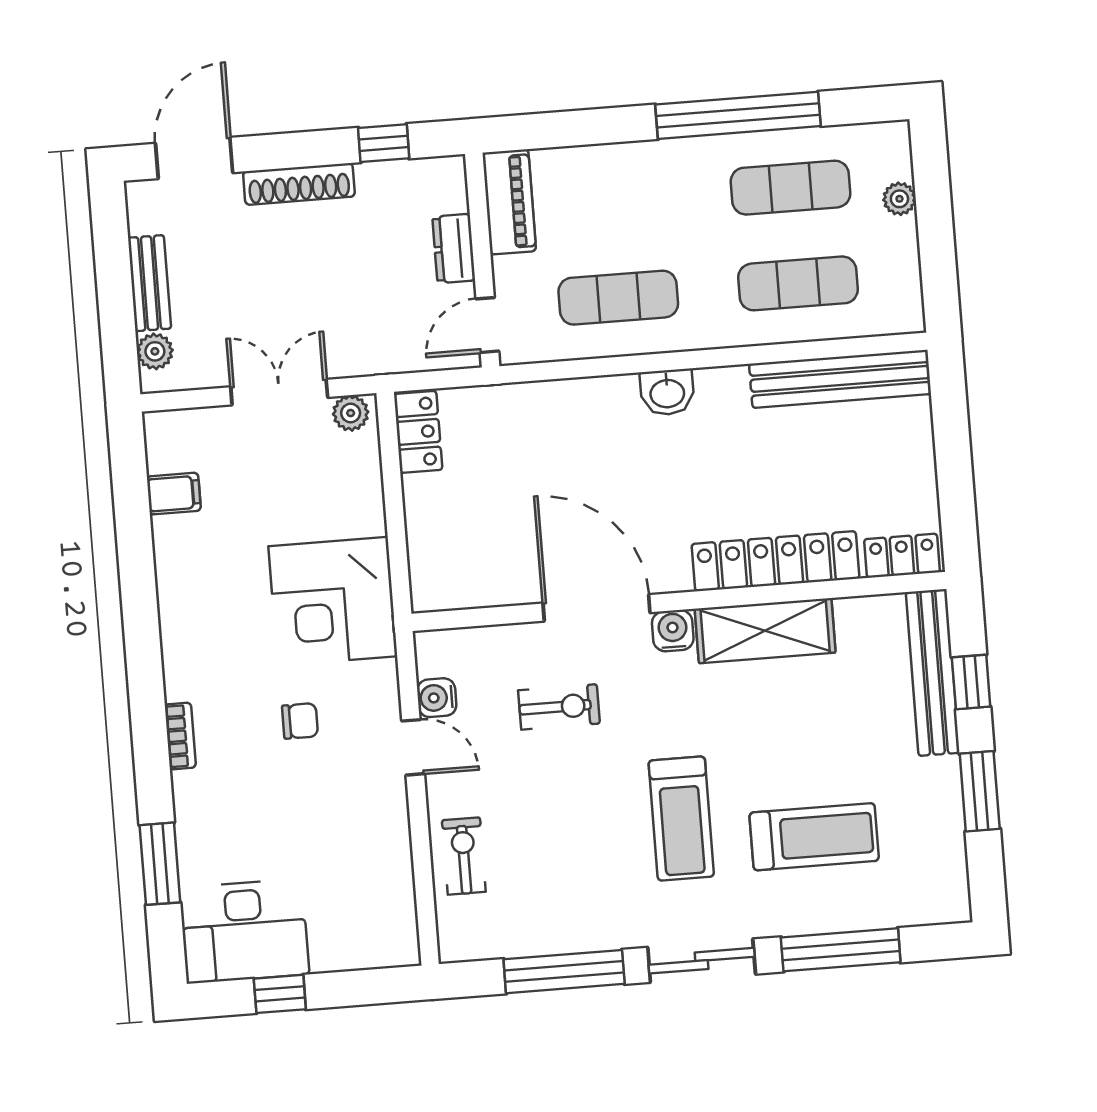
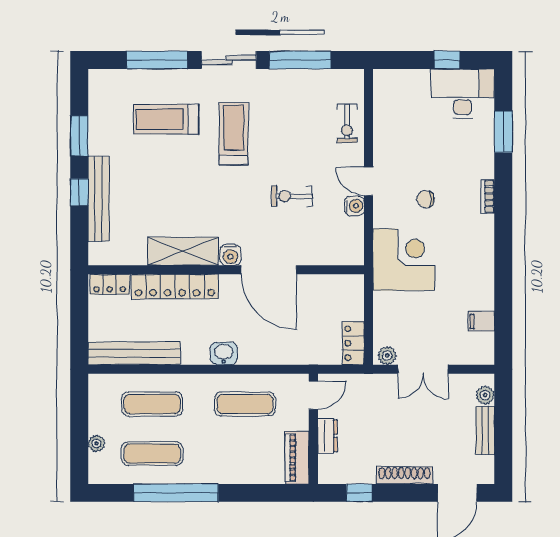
locker: (902, 556) -> (110, 284), moved
locker: (776, 561) -> (175, 287), moved
wall: (679, 601) -> (226, 270), moved
door: (597, 608) -> (269, 270), moved
water cooler: (673, 631) -> (230, 255), moved
shelving: (765, 631) -> (183, 251), moved

